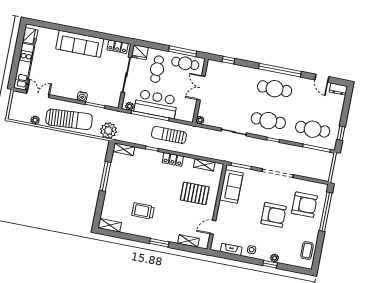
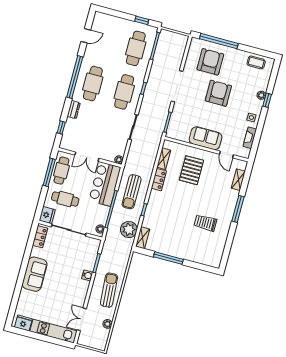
sofa: (80, 44) -> (35, 274), width x0.73
dresser: (338, 89) -> (74, 110), moved
bar counter: (156, 104) -> (105, 184), moved
sun lounger: (69, 119) -> (109, 290), width x0.73, depth x0.75
plant: (109, 130) -> (129, 229), moved
locker: (173, 159) -> (159, 180), moved
sofa: (231, 186) -> (206, 138), moved
trolley: (143, 211) -> (205, 223), turned 90
shelving: (110, 225) -> (217, 257), removed
window: (159, 243) -> (238, 209), width x1.44

